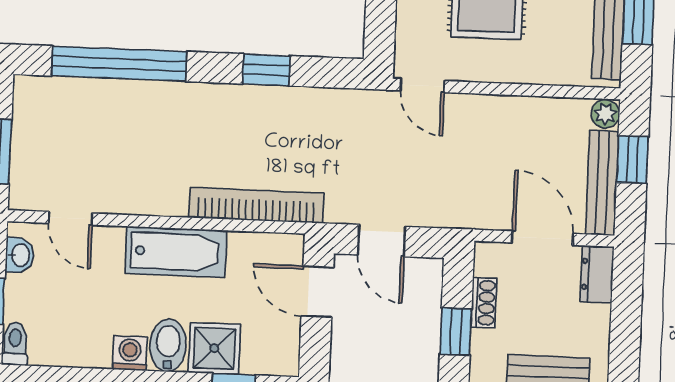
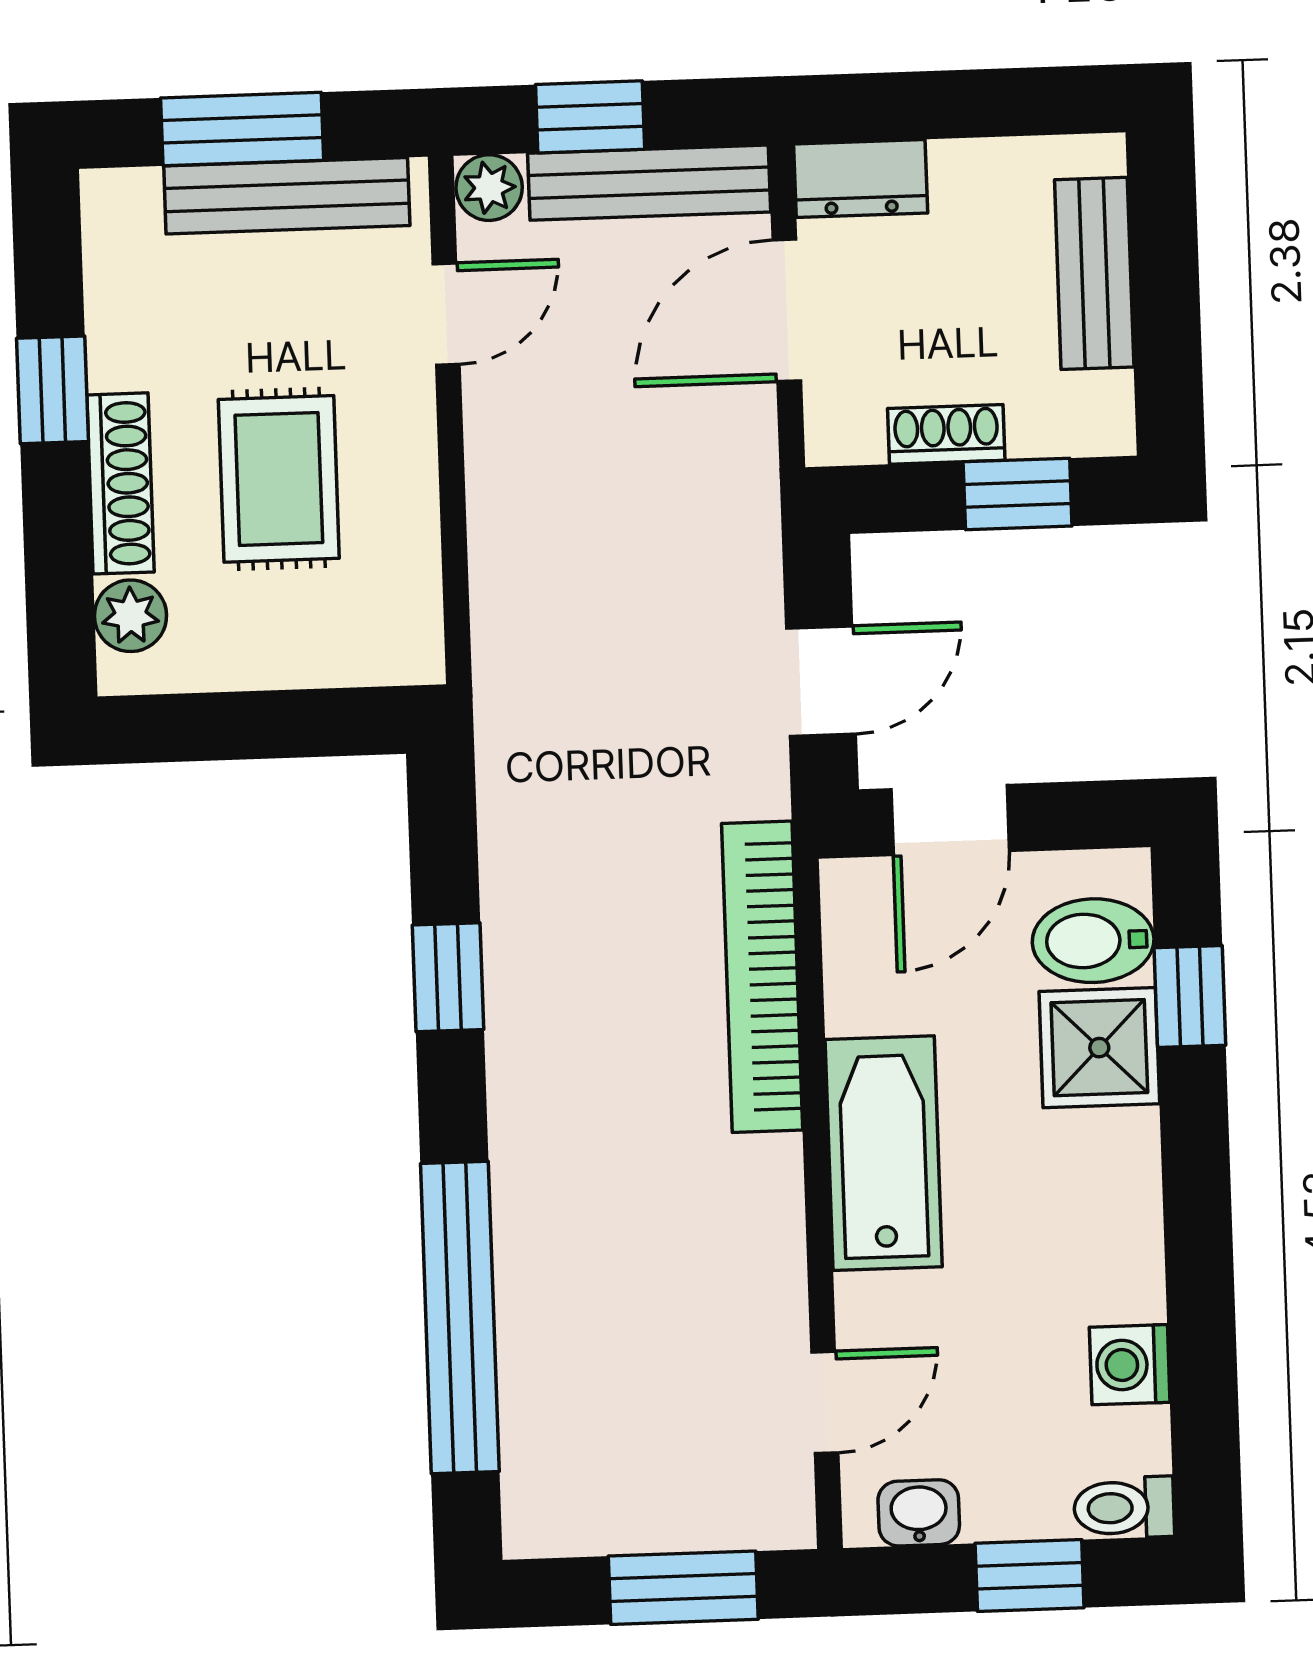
door: (422, 86) -> (446, 314), moved
bidet: (168, 345) -> (1093, 941), moved
washing machine: (130, 353) -> (1130, 1365), moved

